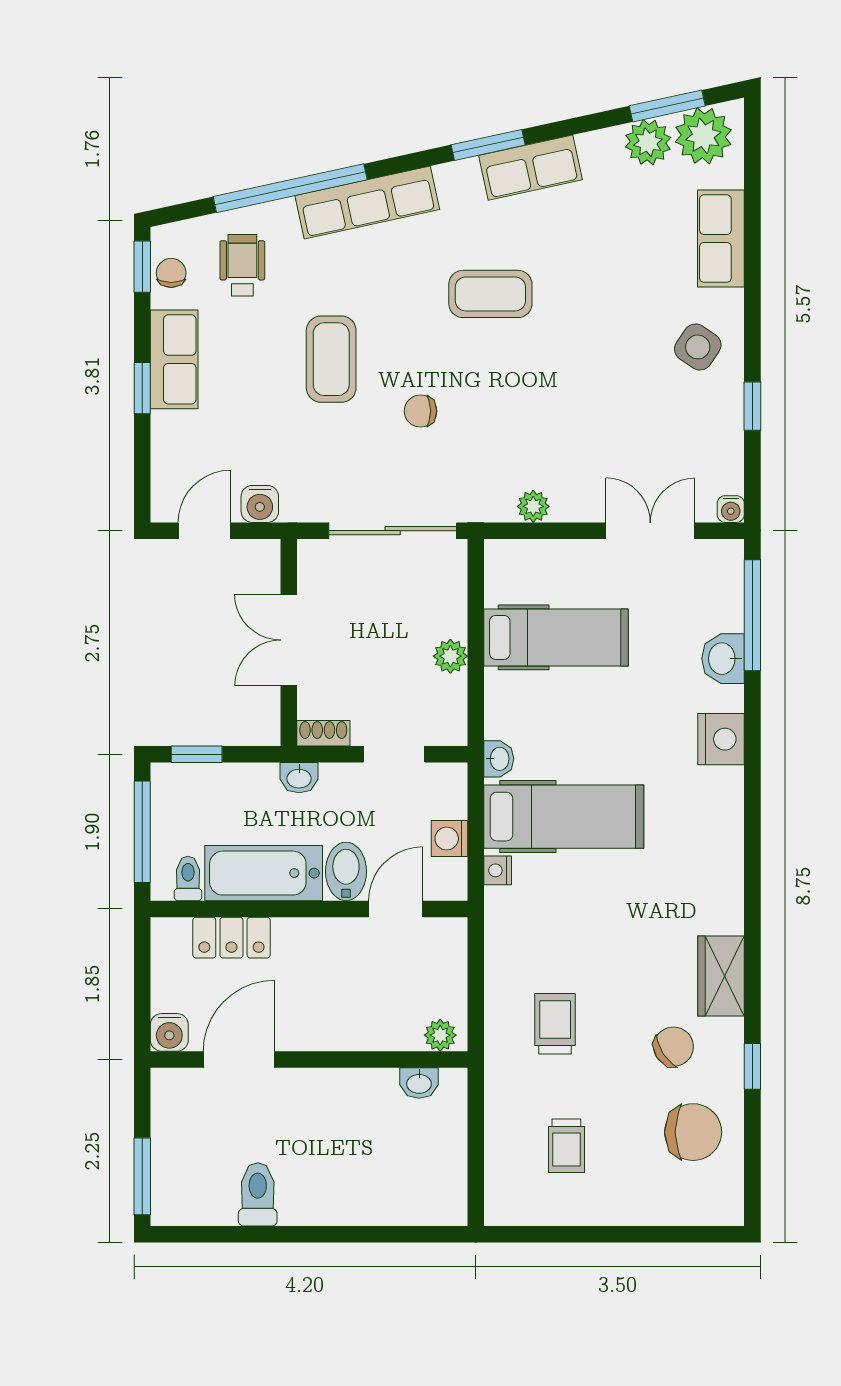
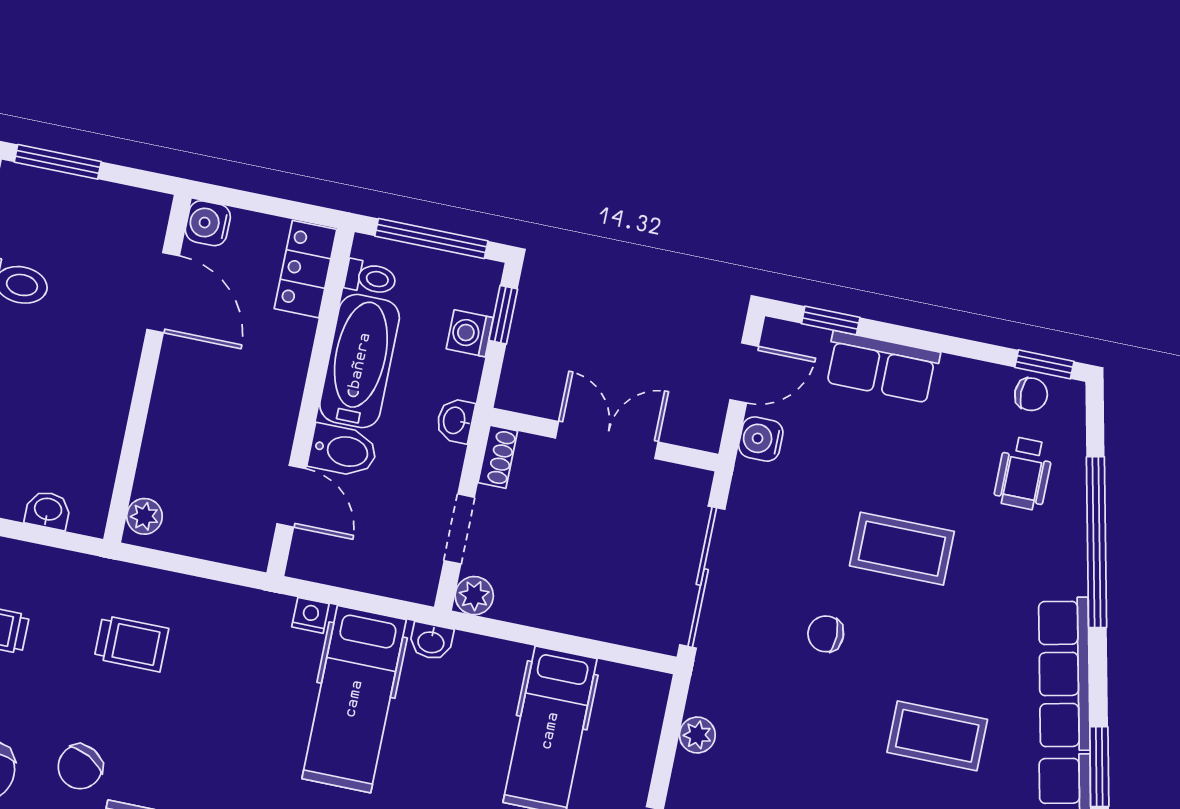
row of seats: (367, 203) -> (1064, 674), moved
wheelchair: (242, 265) -> (1024, 473), turned 90
coffee table: (490, 294) -> (937, 736), turned 90
row of seats: (174, 359) -> (882, 367), moved
window: (142, 388) -> (831, 321), moved
chair: (420, 411) -> (826, 634), turned -90
door: (204, 531) -> (744, 373), hinge flipped
plant: (450, 656) -> (474, 596), moved
washing machine: (450, 839) -> (470, 333), moved, turned -90
locker: (231, 938) -> (306, 269), moved
chair: (674, 1047) -> (80, 767), turned 62
washbasin: (419, 1083) -> (48, 510), moved, turned 90

